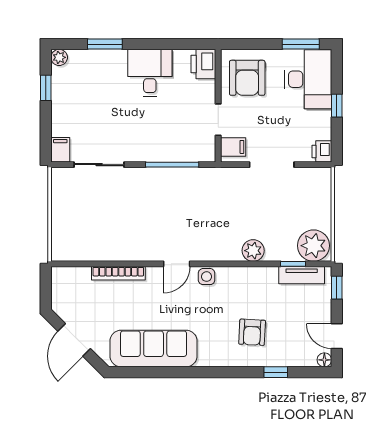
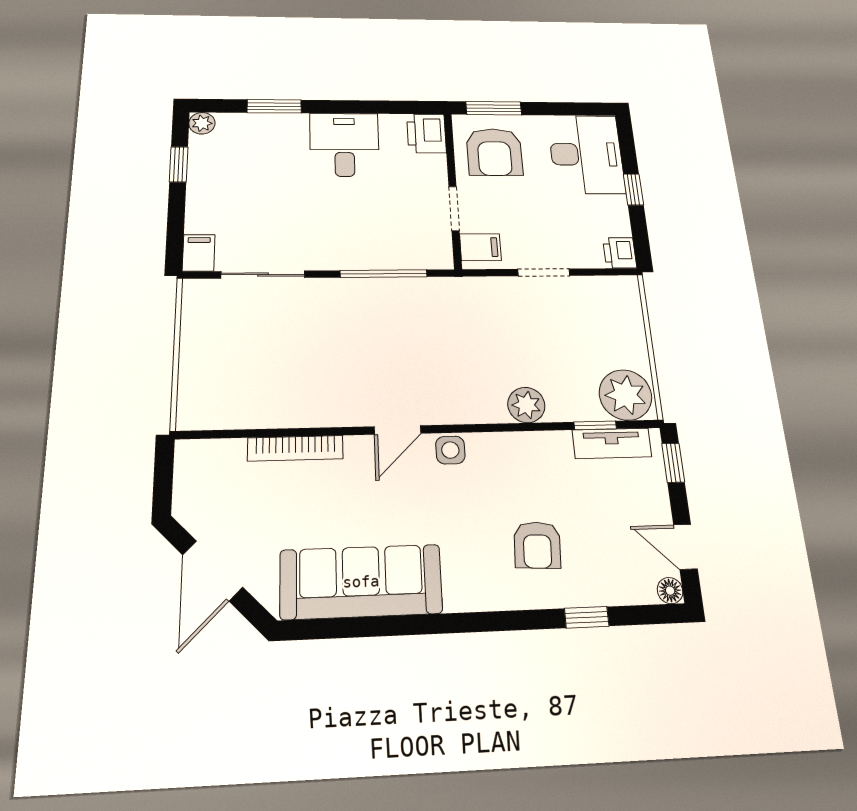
window: (301, 44) -> (494, 108), moved
doorway: (272, 165) -> (544, 272), width x0.73

